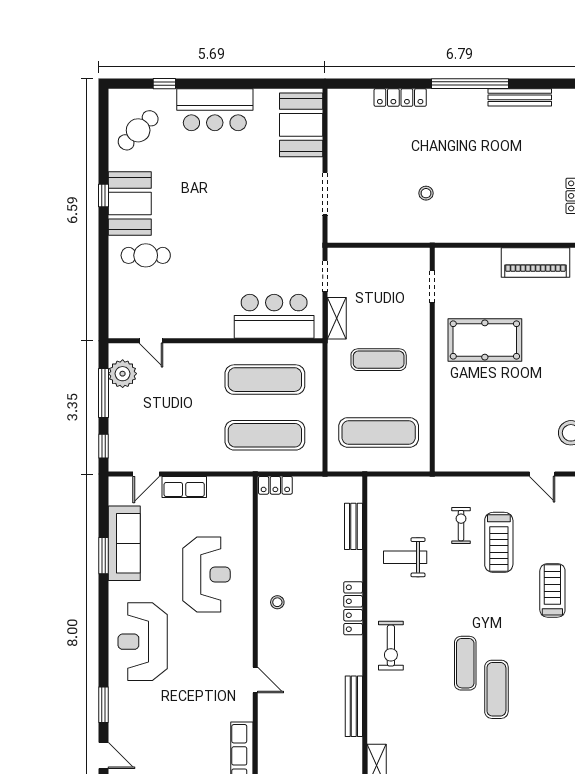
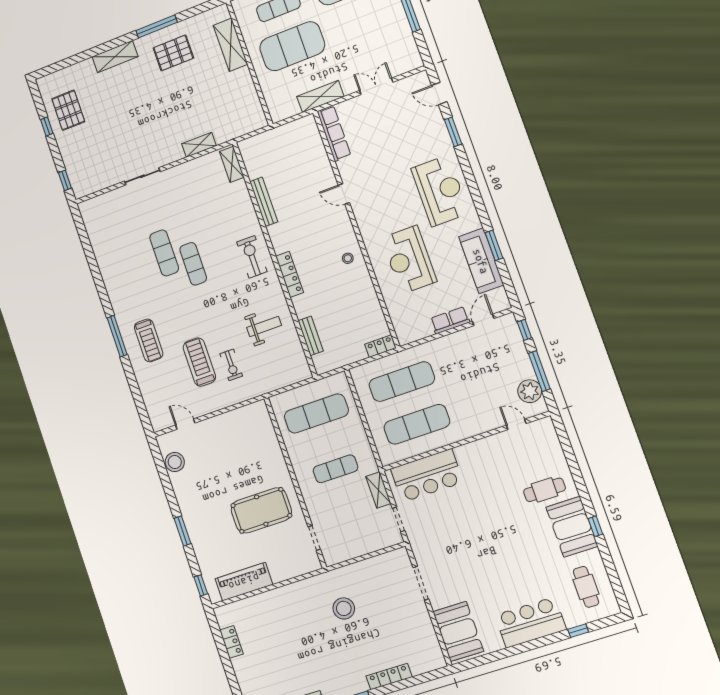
cafe table: (138, 130) -> (586, 587), turned -45
stool: (426, 193) -> (344, 608), width x1.89, depth x1.89

